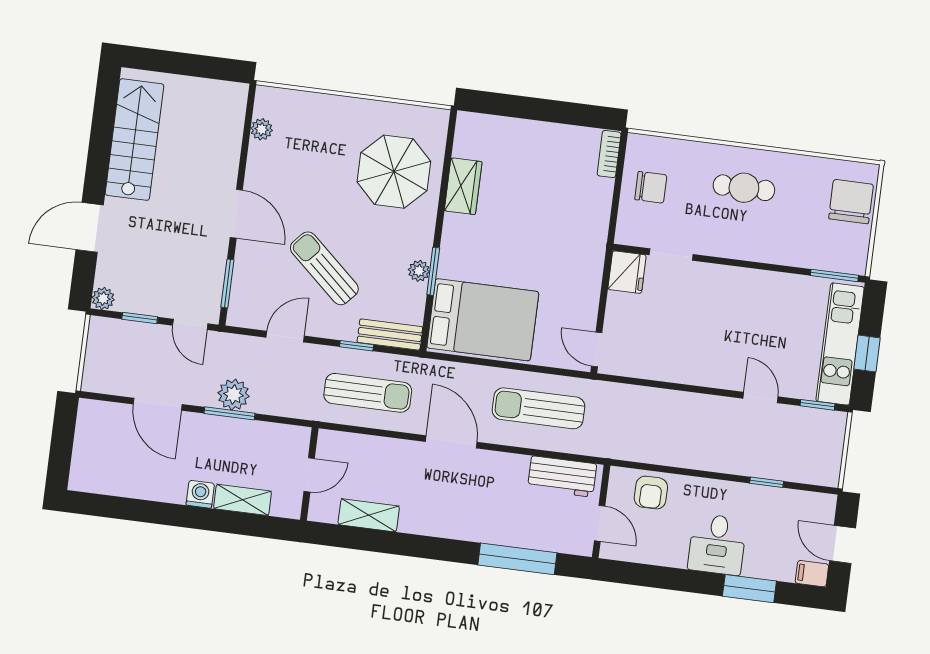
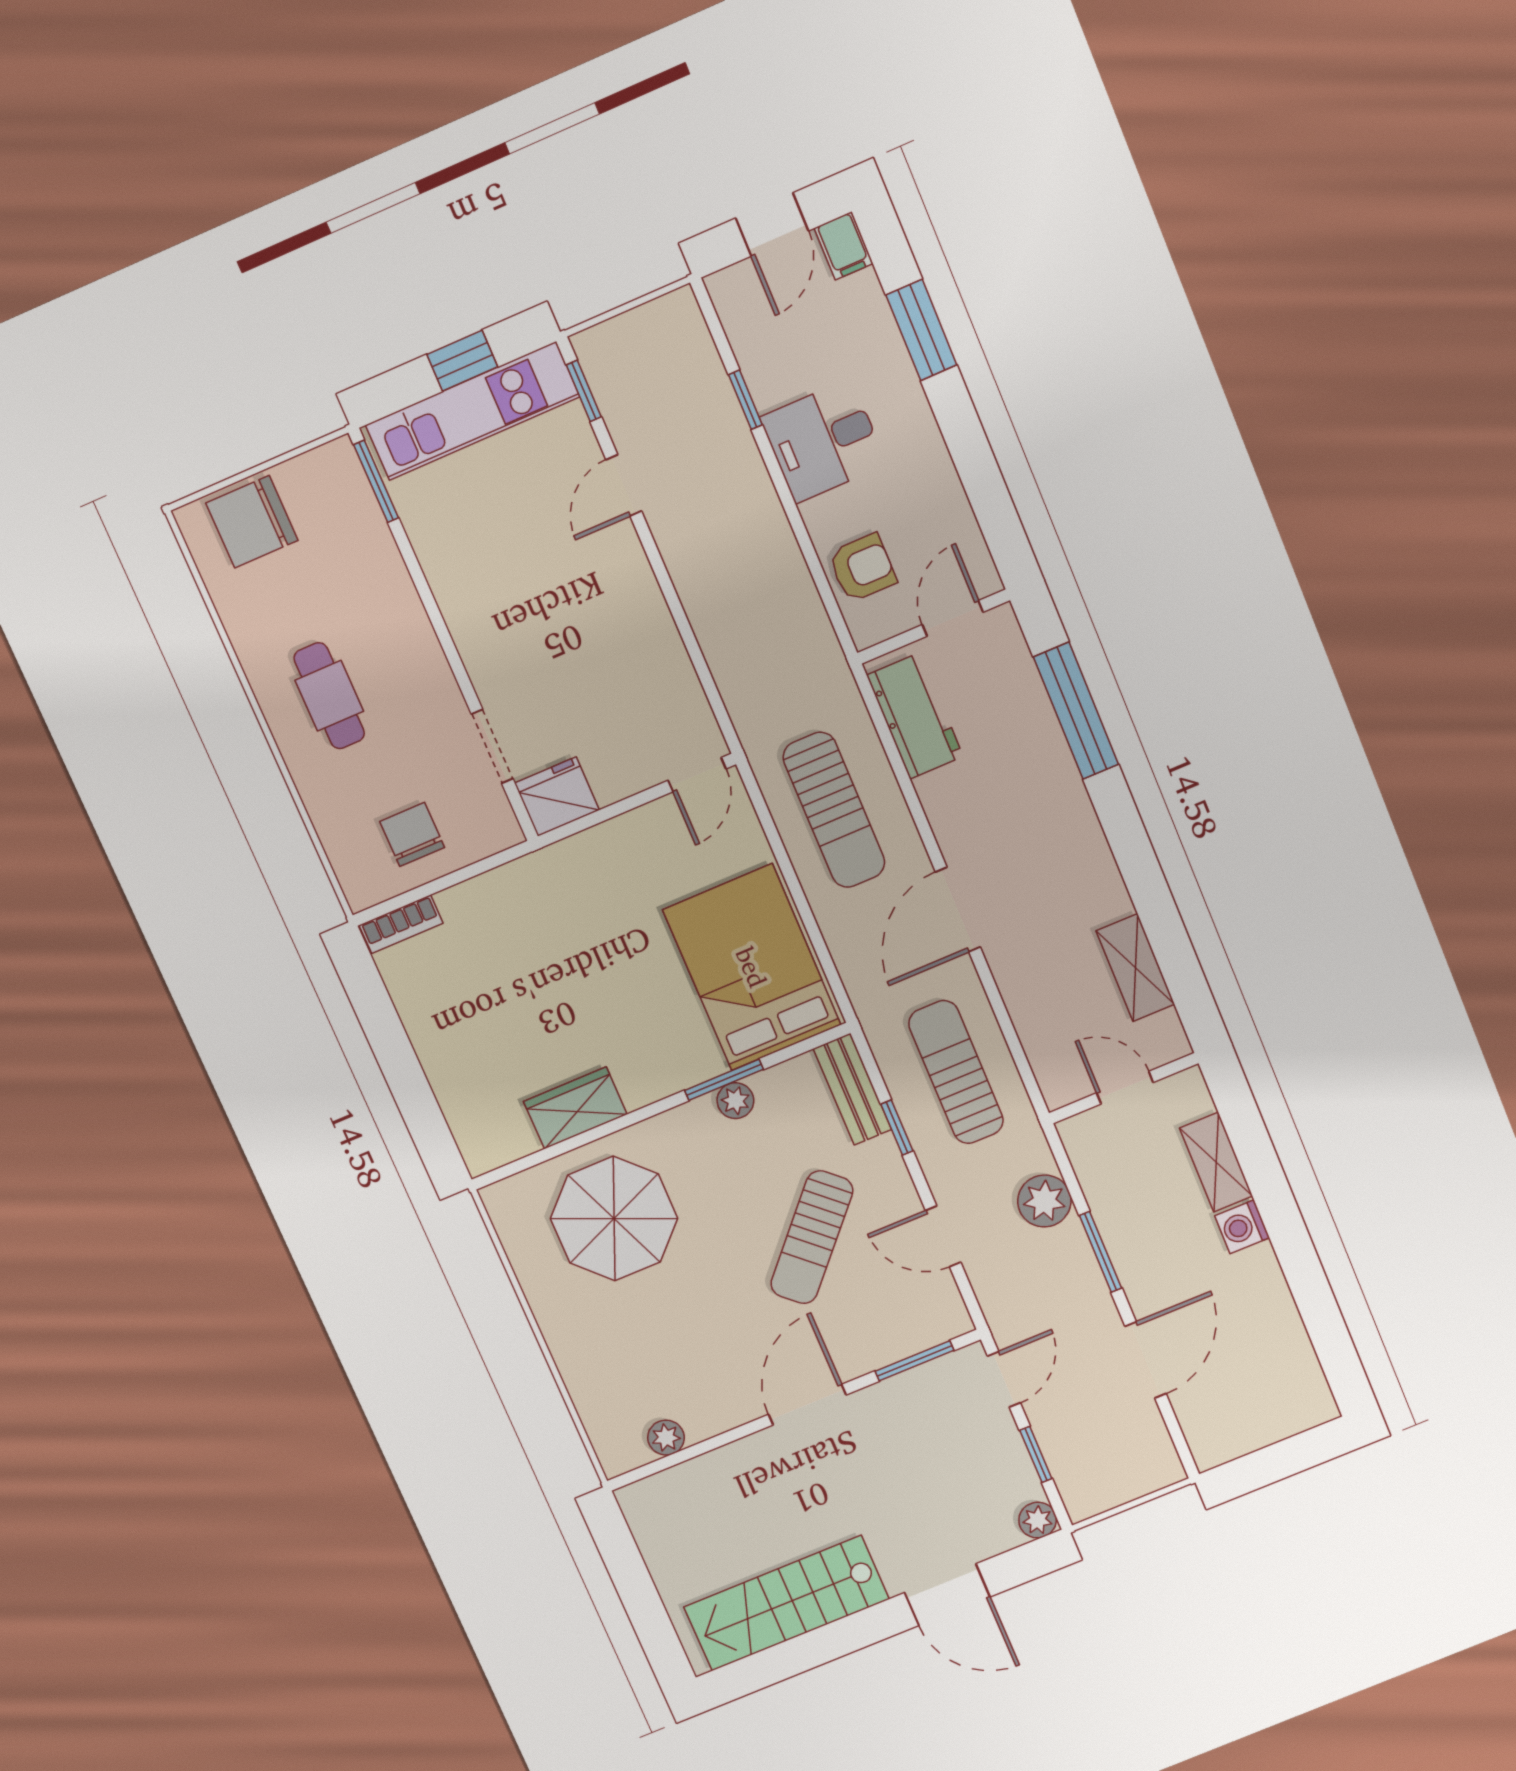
plant: (234, 395) -> (1044, 1201), moved
desk: (717, 544) -> (823, 441), moved, turned 180

